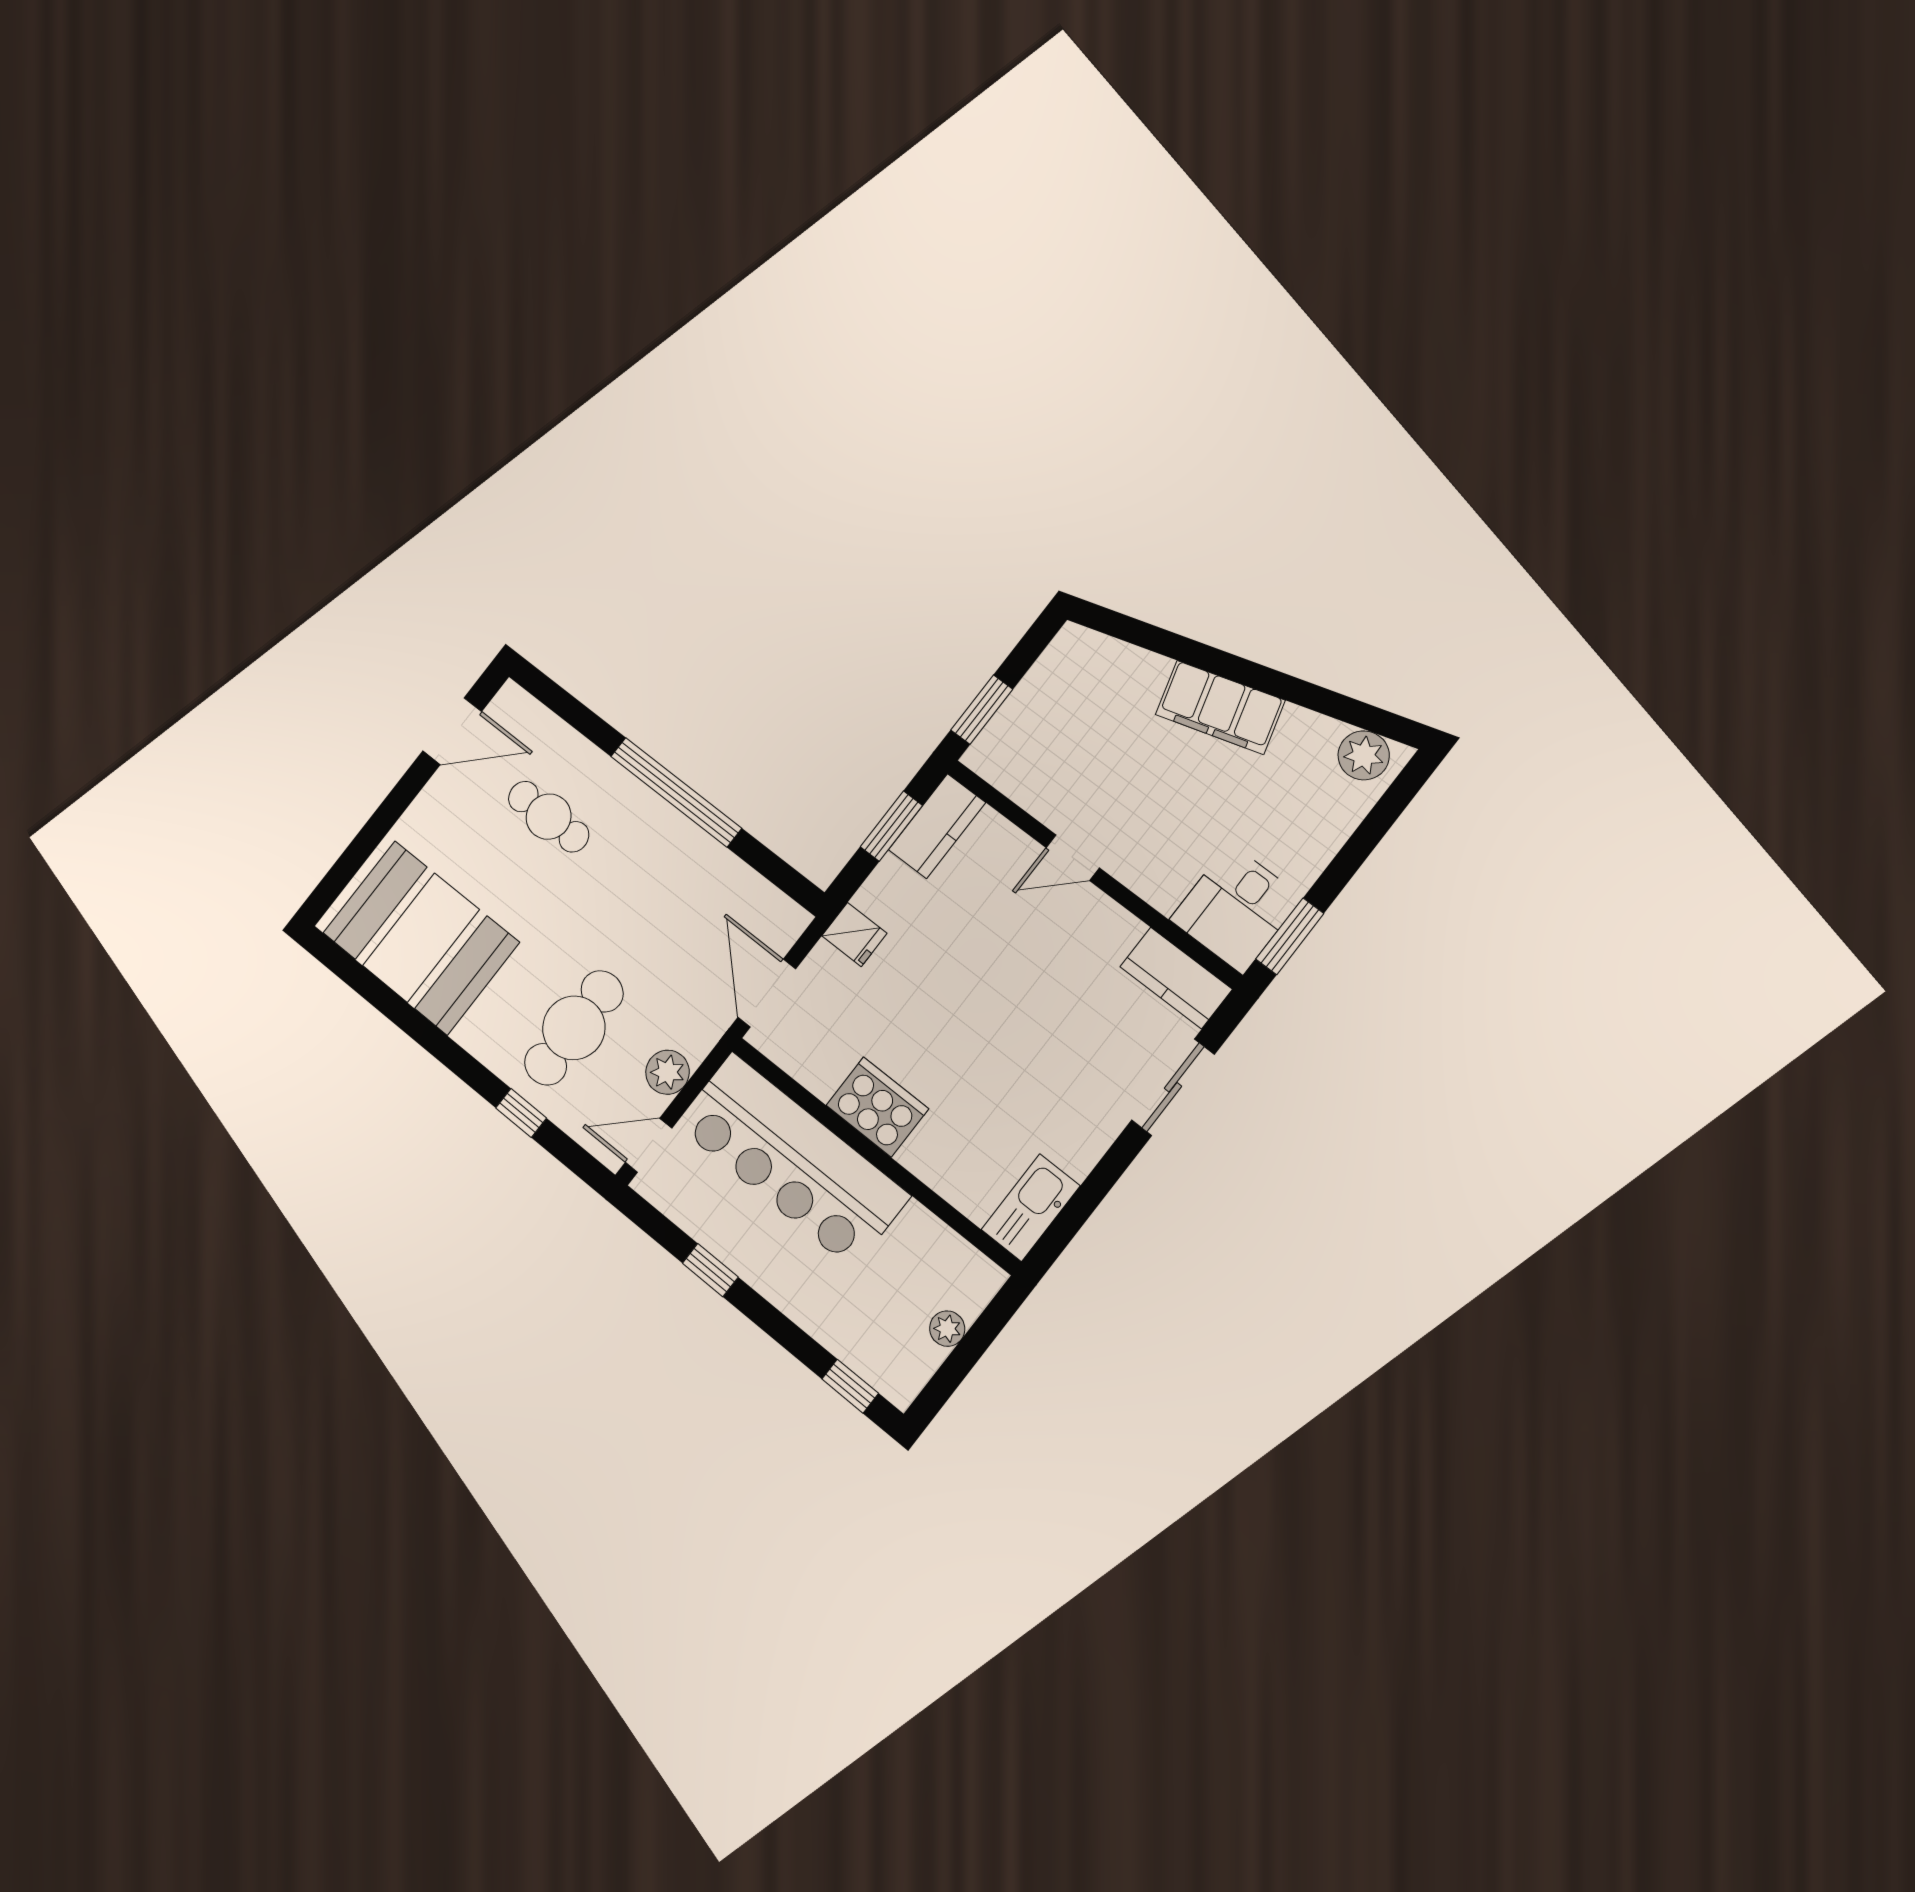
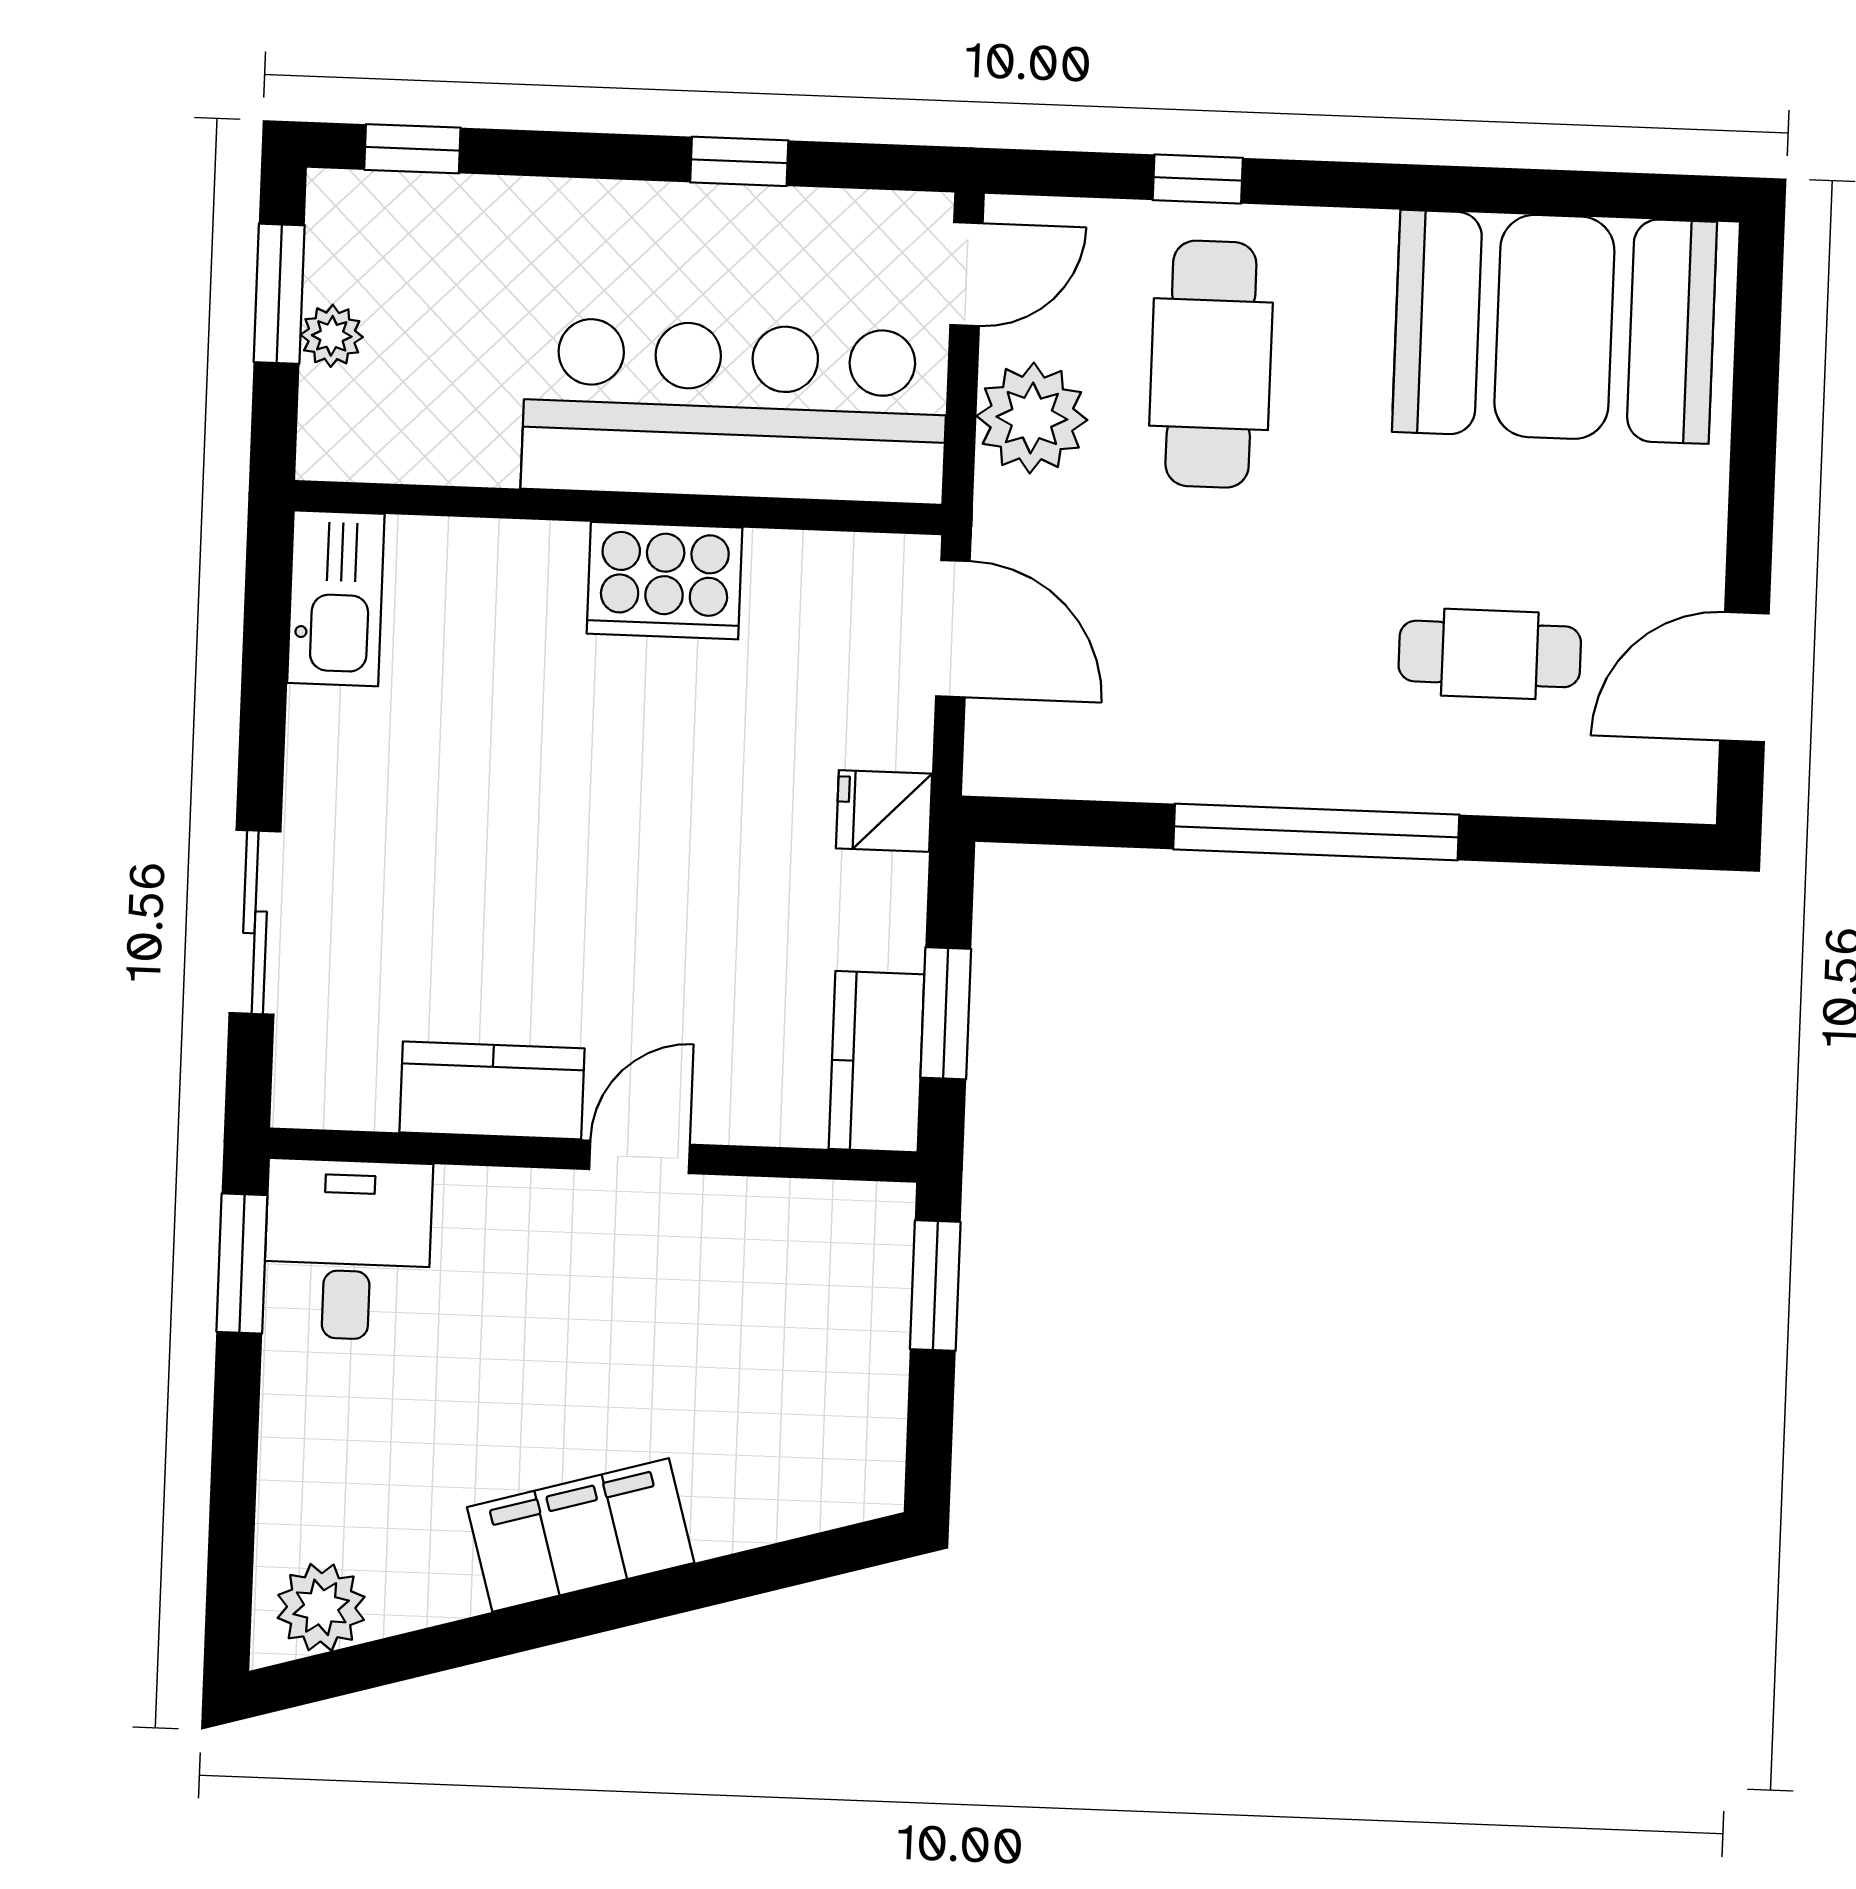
kitchen counter: (1176, 978) -> (492, 1090), moved
plant: (667, 1072) -> (1032, 418), width x1.36, depth x1.36
window: (957, 1366) -> (279, 294), added

